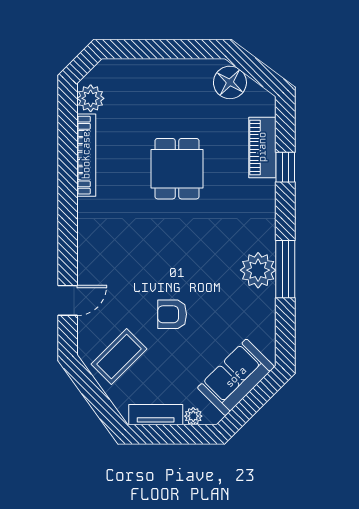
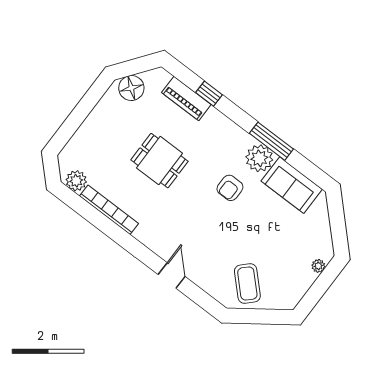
door: (68, 300) -> (172, 276), moved
armchair: (172, 314) -> (230, 188), moved
sofa: (236, 377) -> (292, 185), moved, turned -45
tv unit: (156, 415) -> (300, 288), removed

